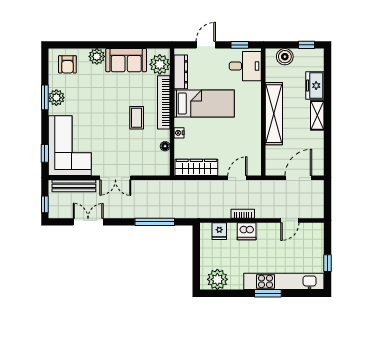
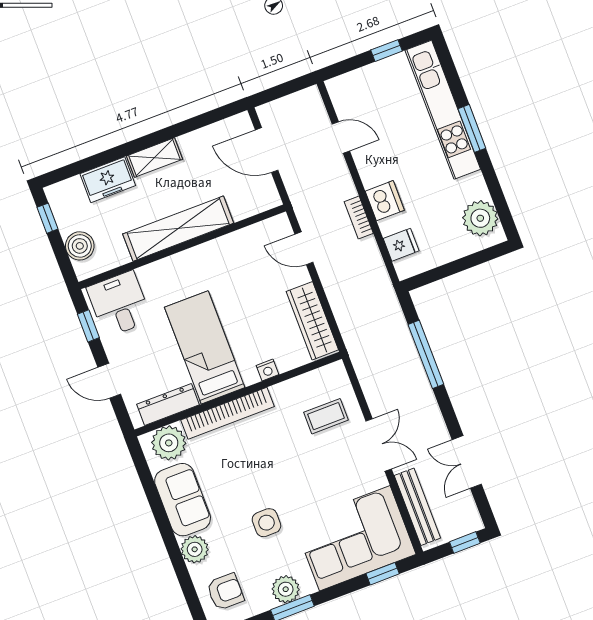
side table: (96, 101) -> (266, 523), added
coffee table: (137, 118) -> (326, 416), moved
floor lamp: (165, 146) -> (298, 384), removed

